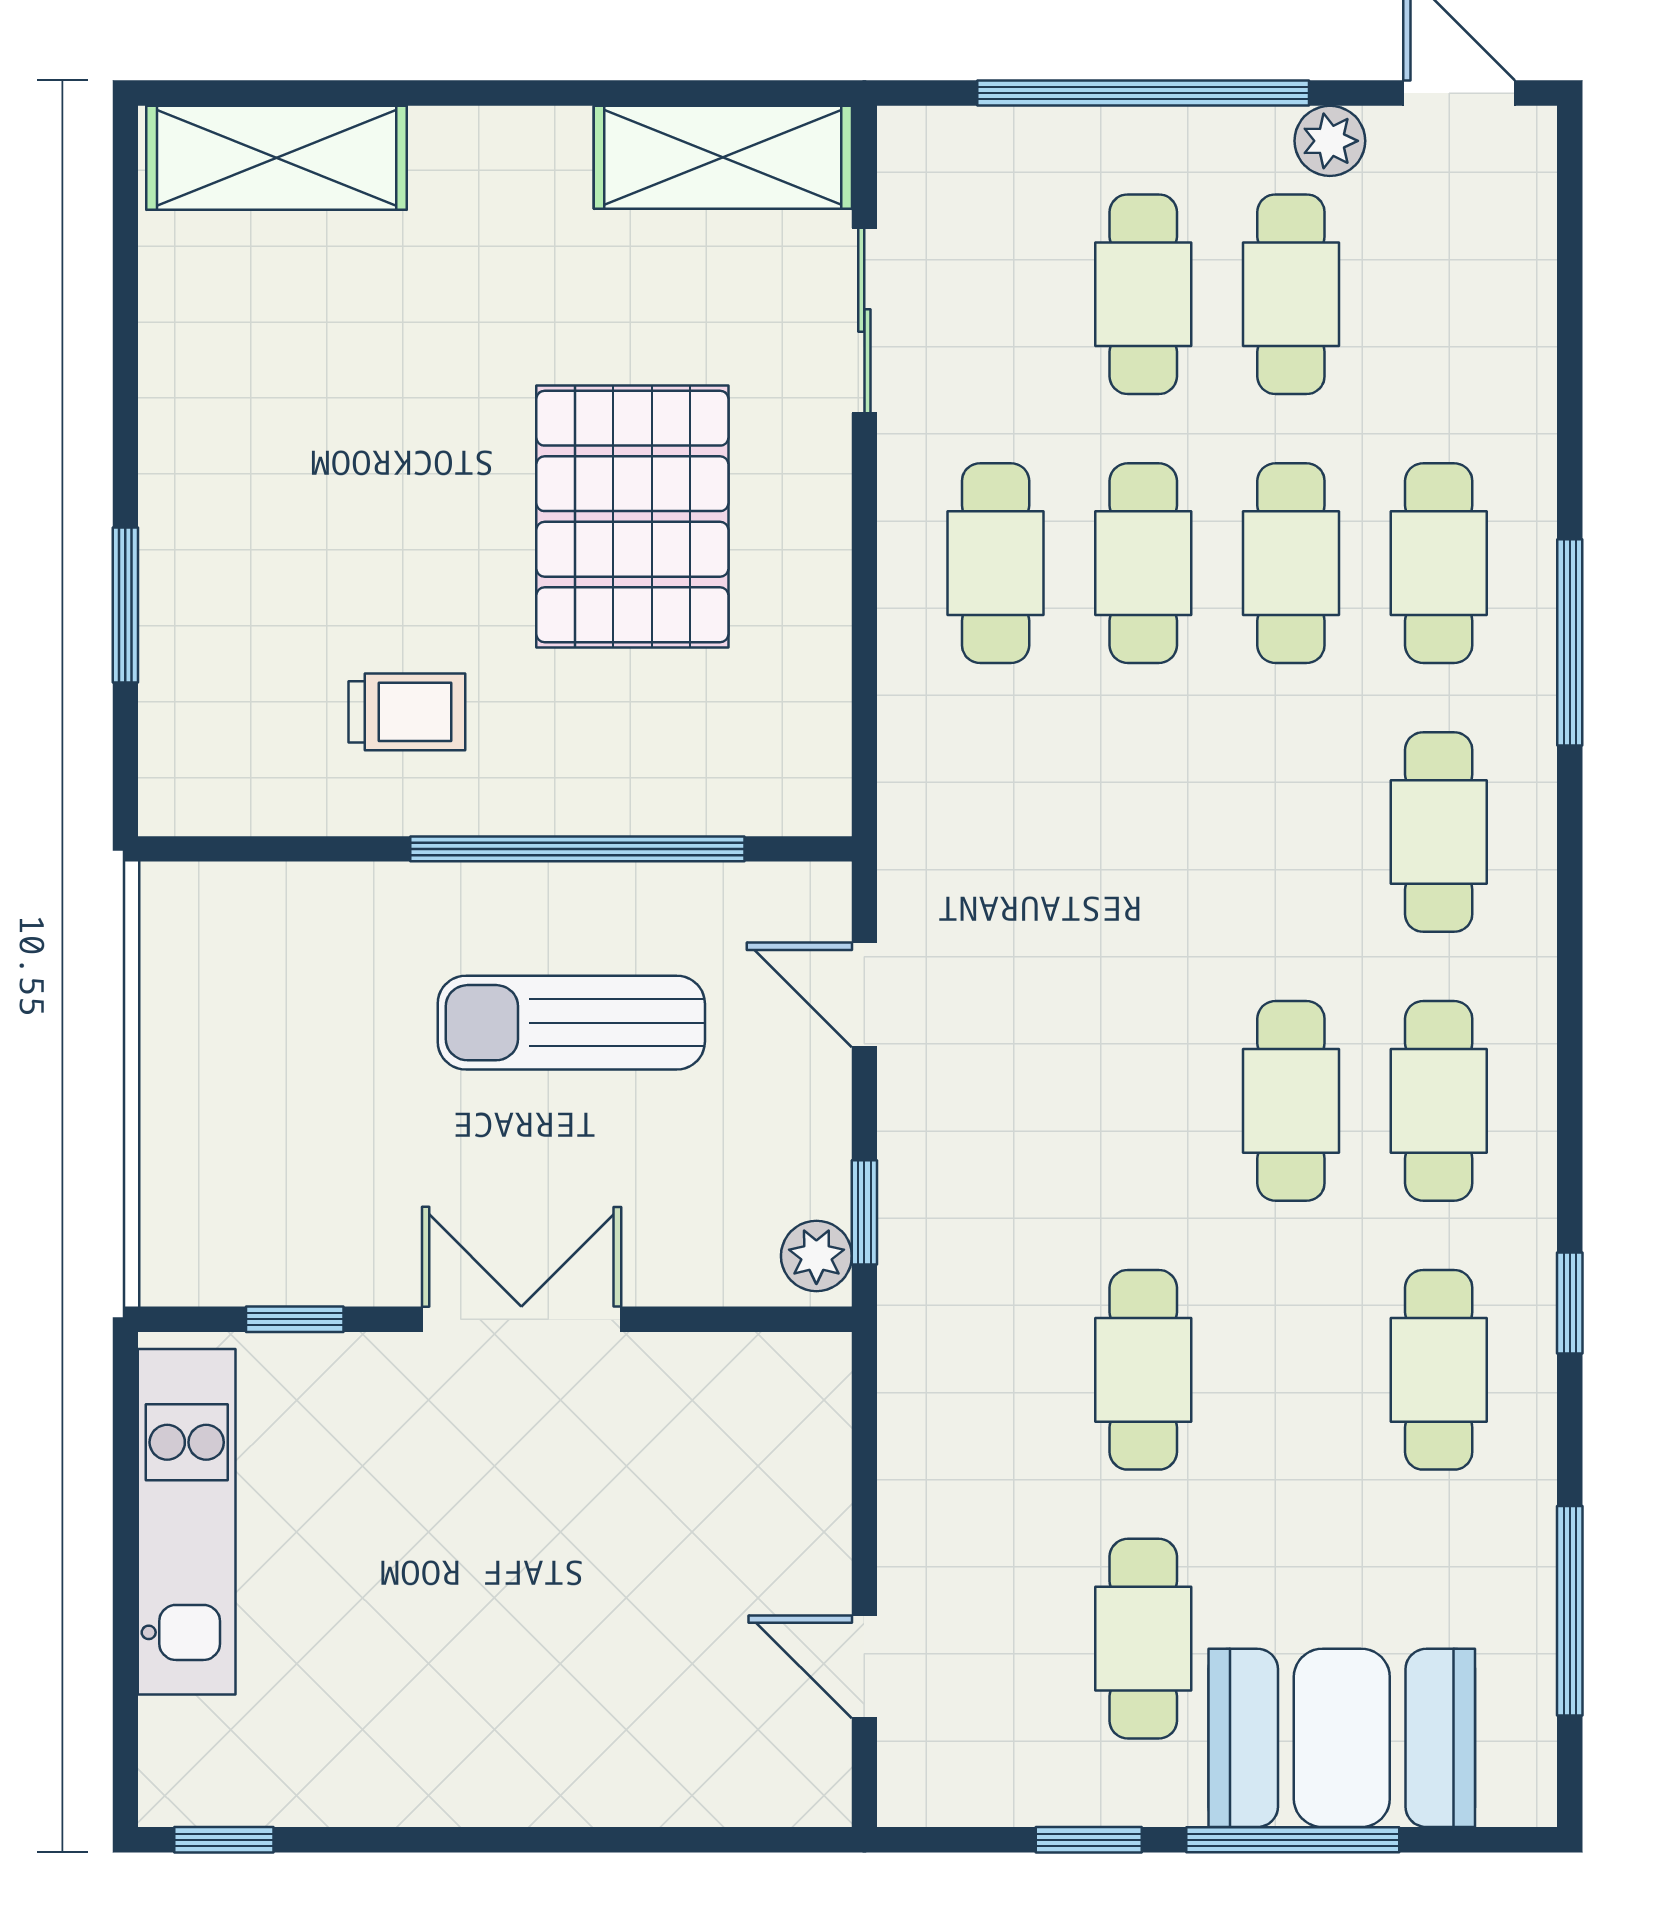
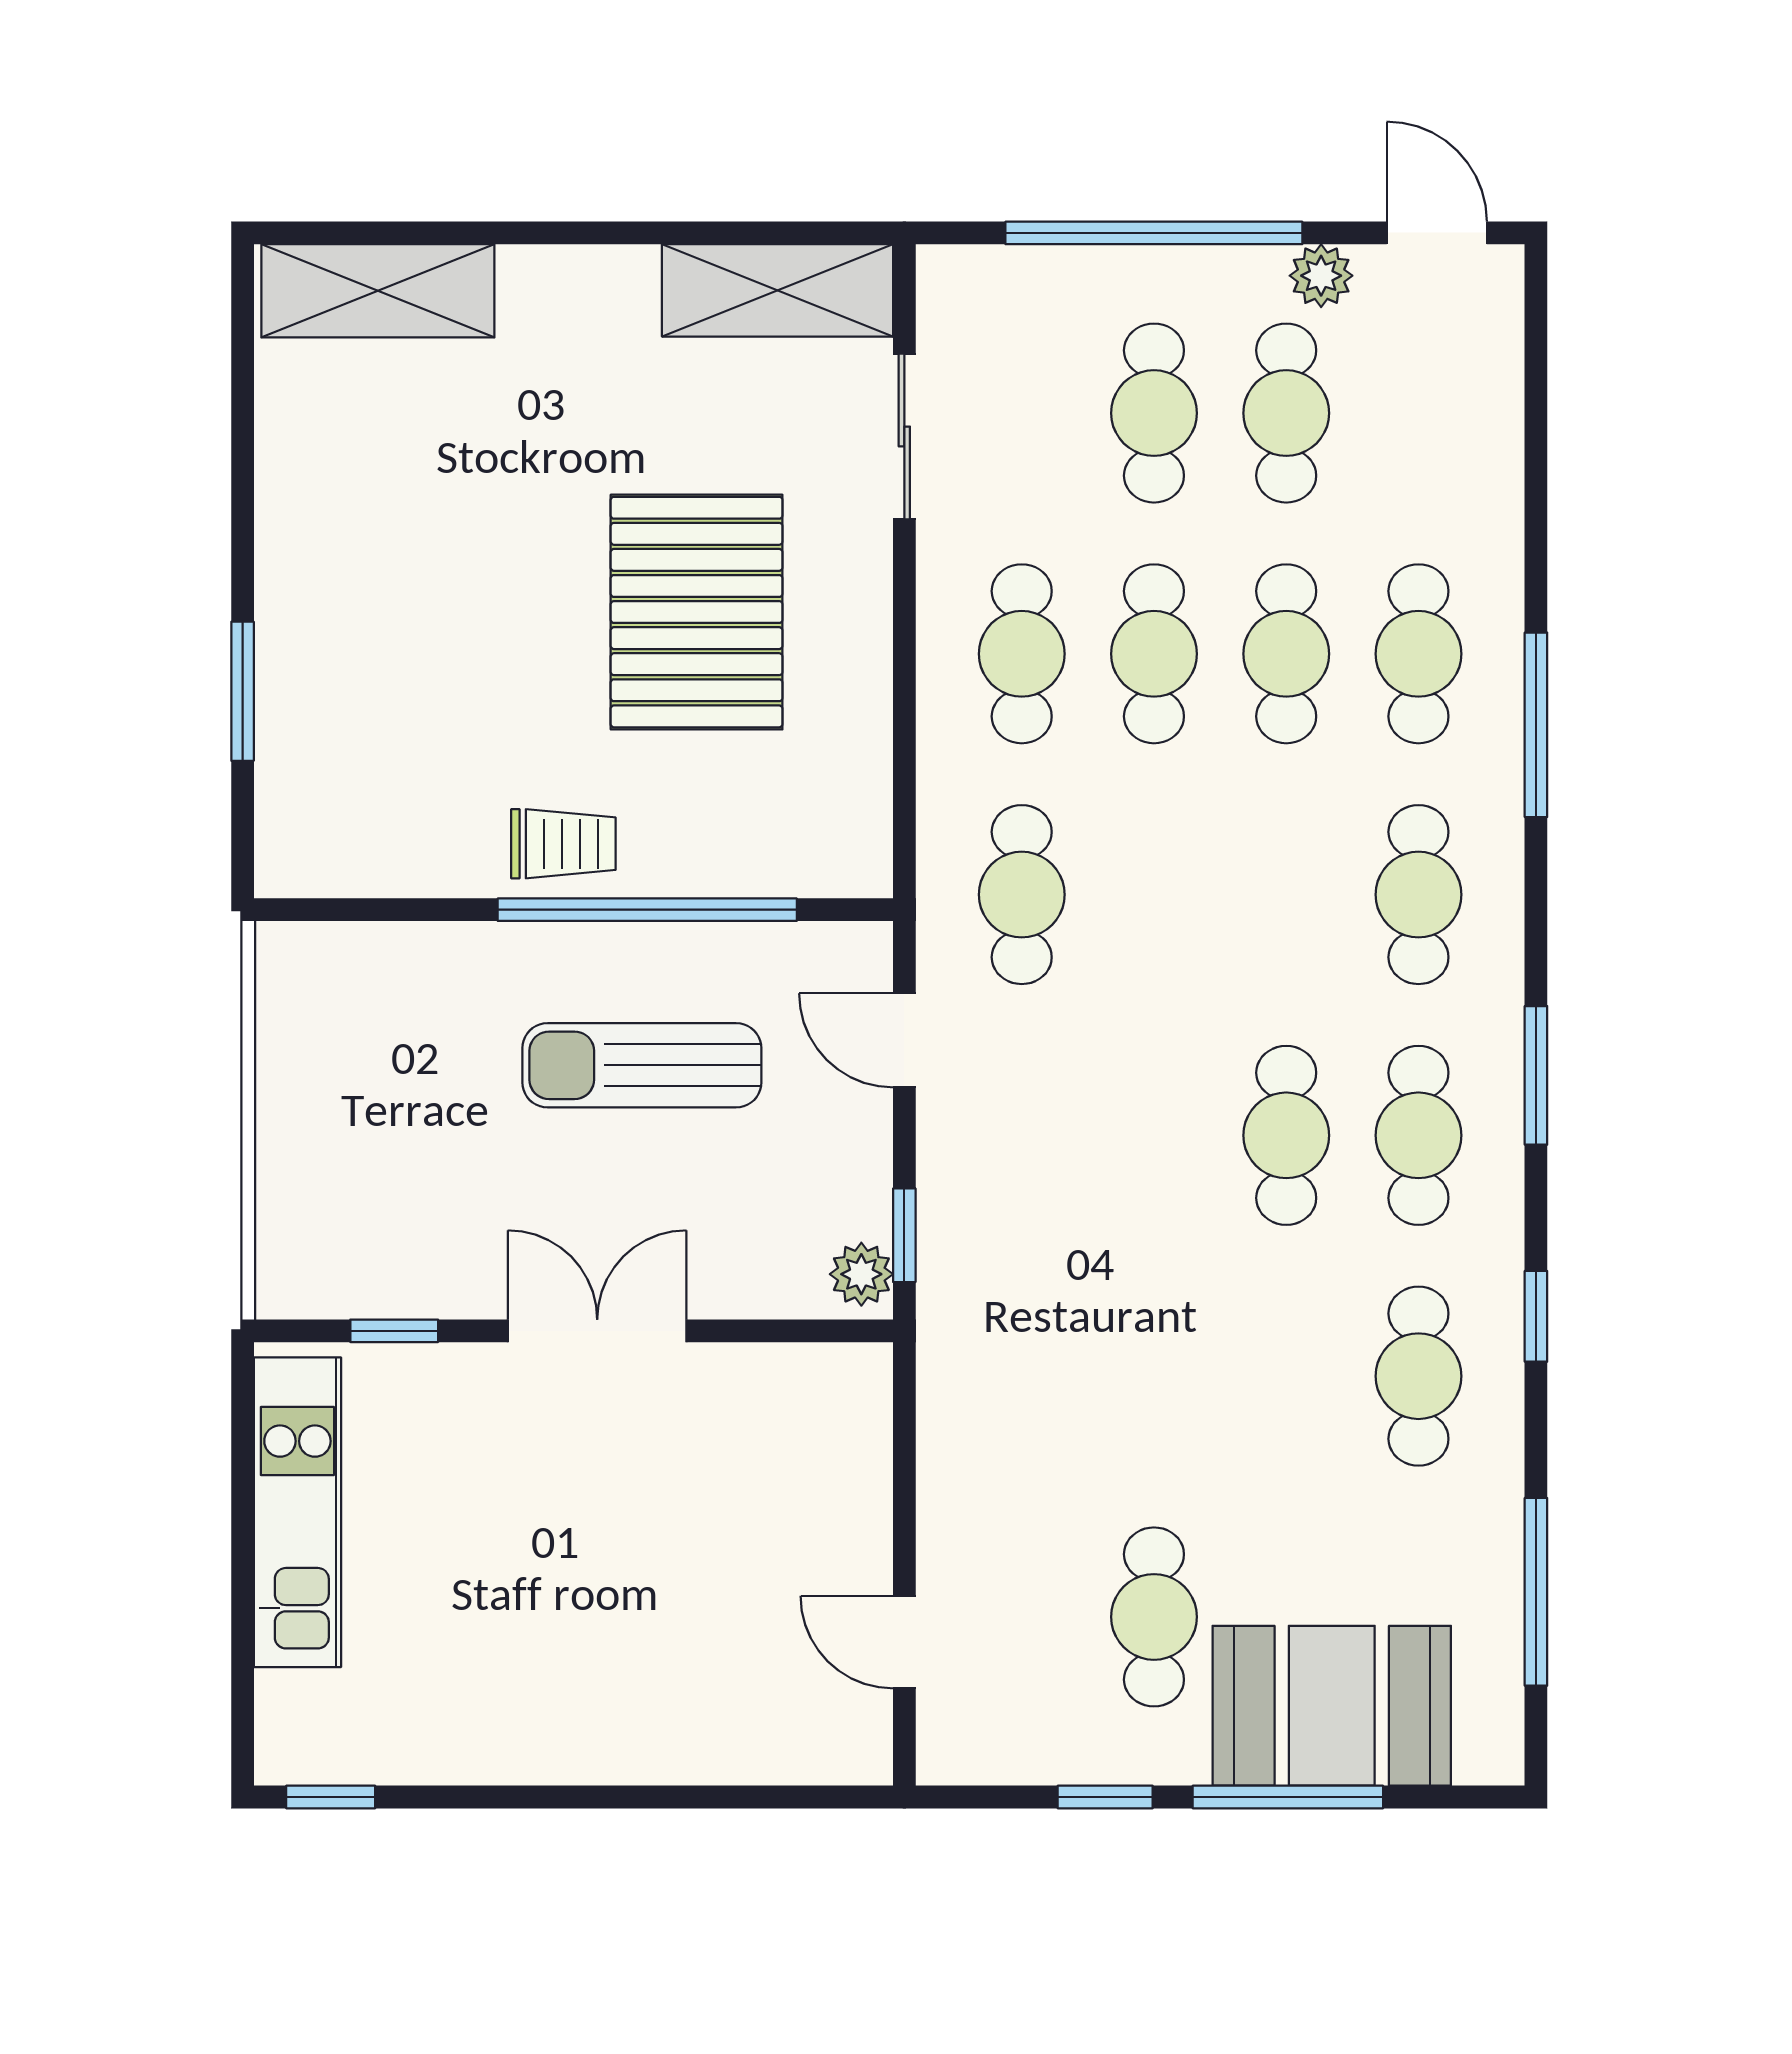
trolley: (407, 712) -> (563, 844), moved
window: (1570, 1034) -> (1536, 1075), added
cafe table: (1143, 1370) -> (1022, 895), moved

